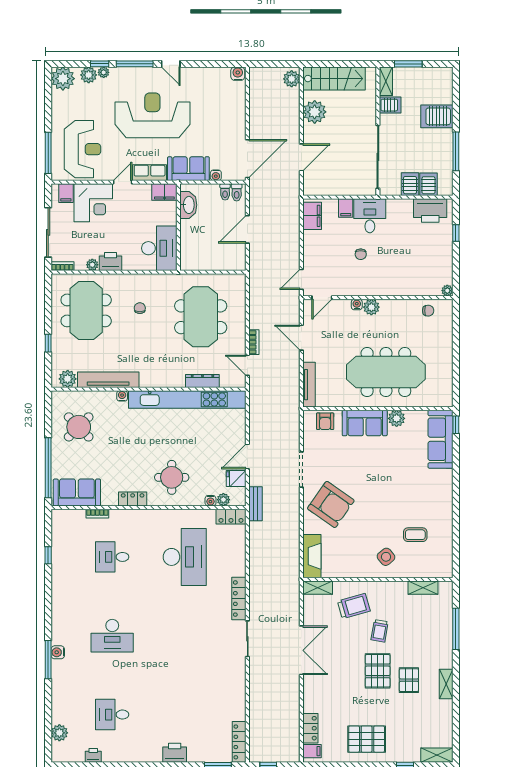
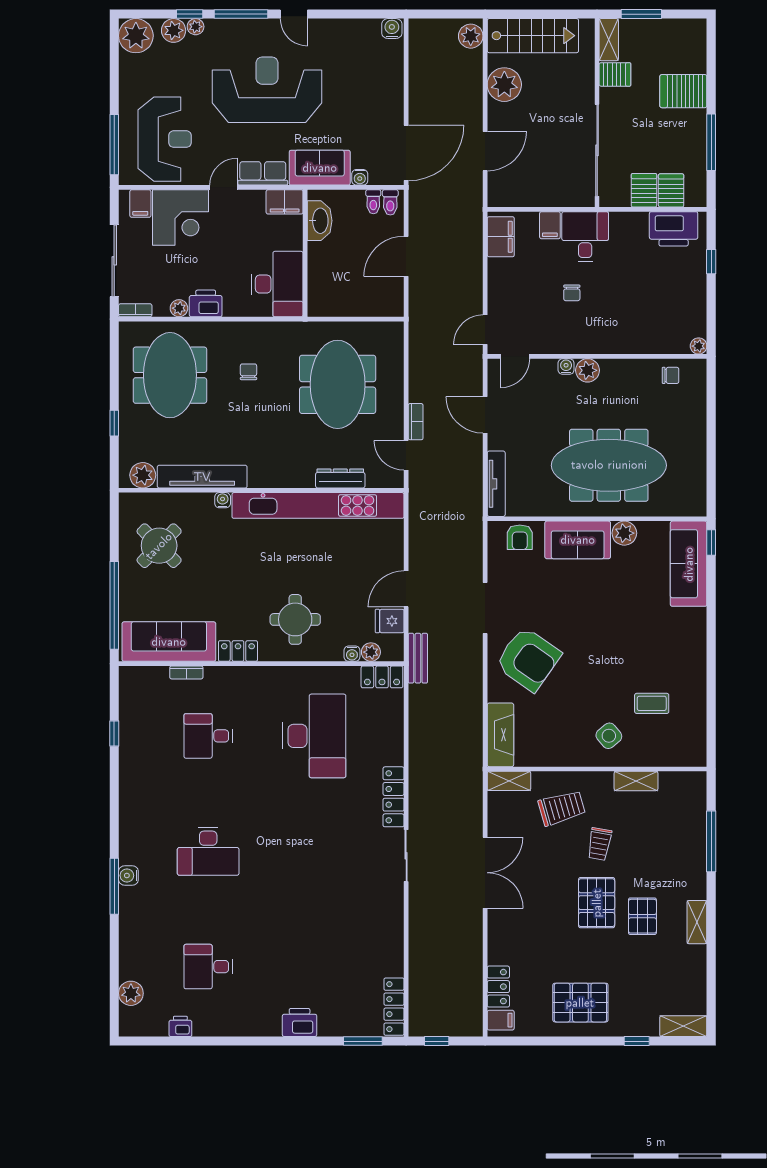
sofa: (77, 492) -> (169, 642), width x1.36
shelving: (423, 588) -> (636, 781), moved

